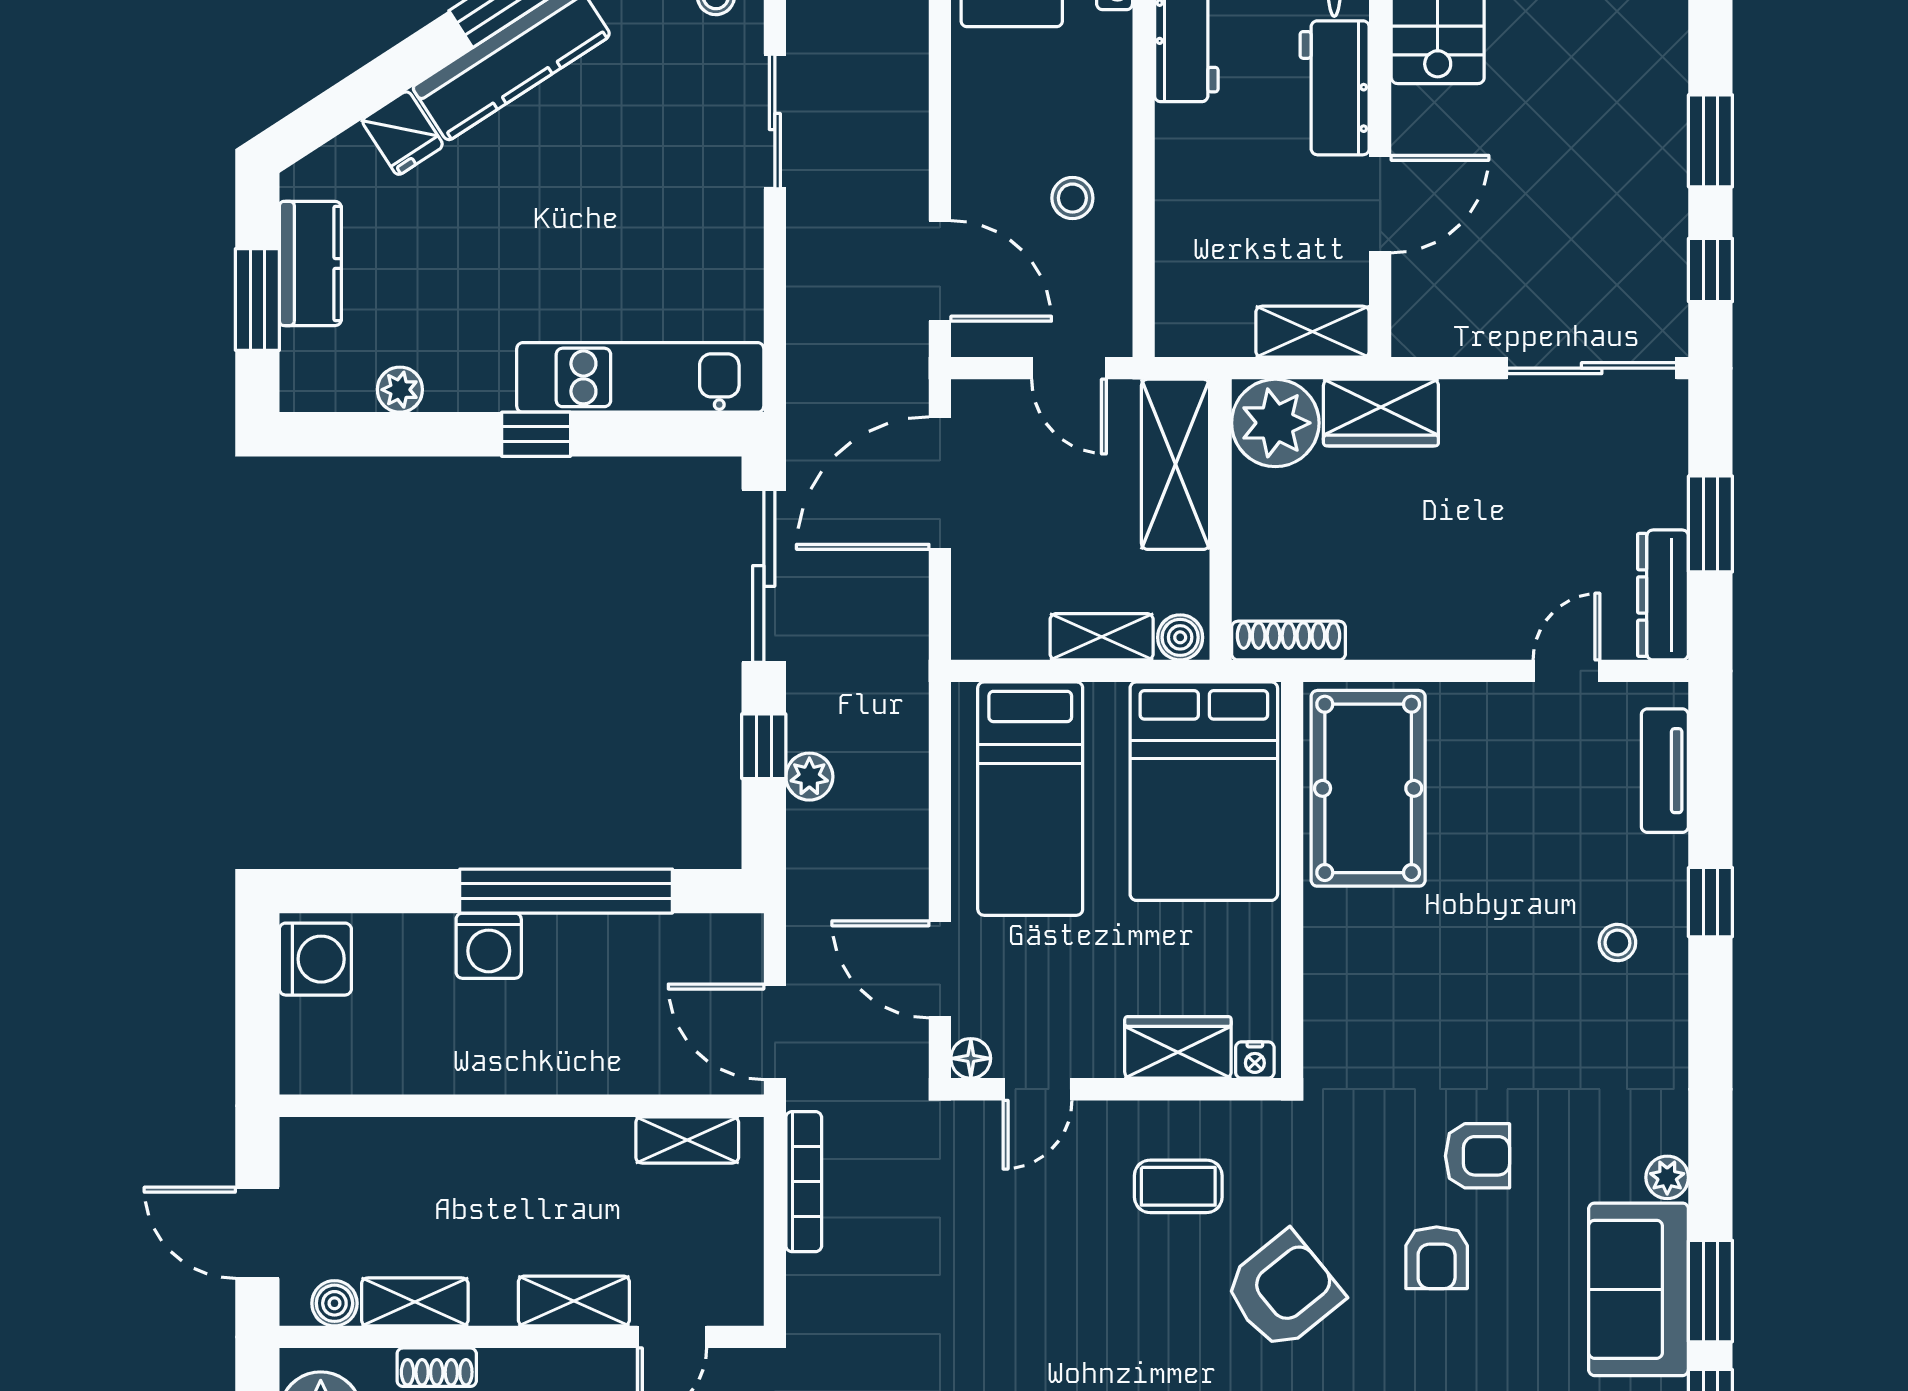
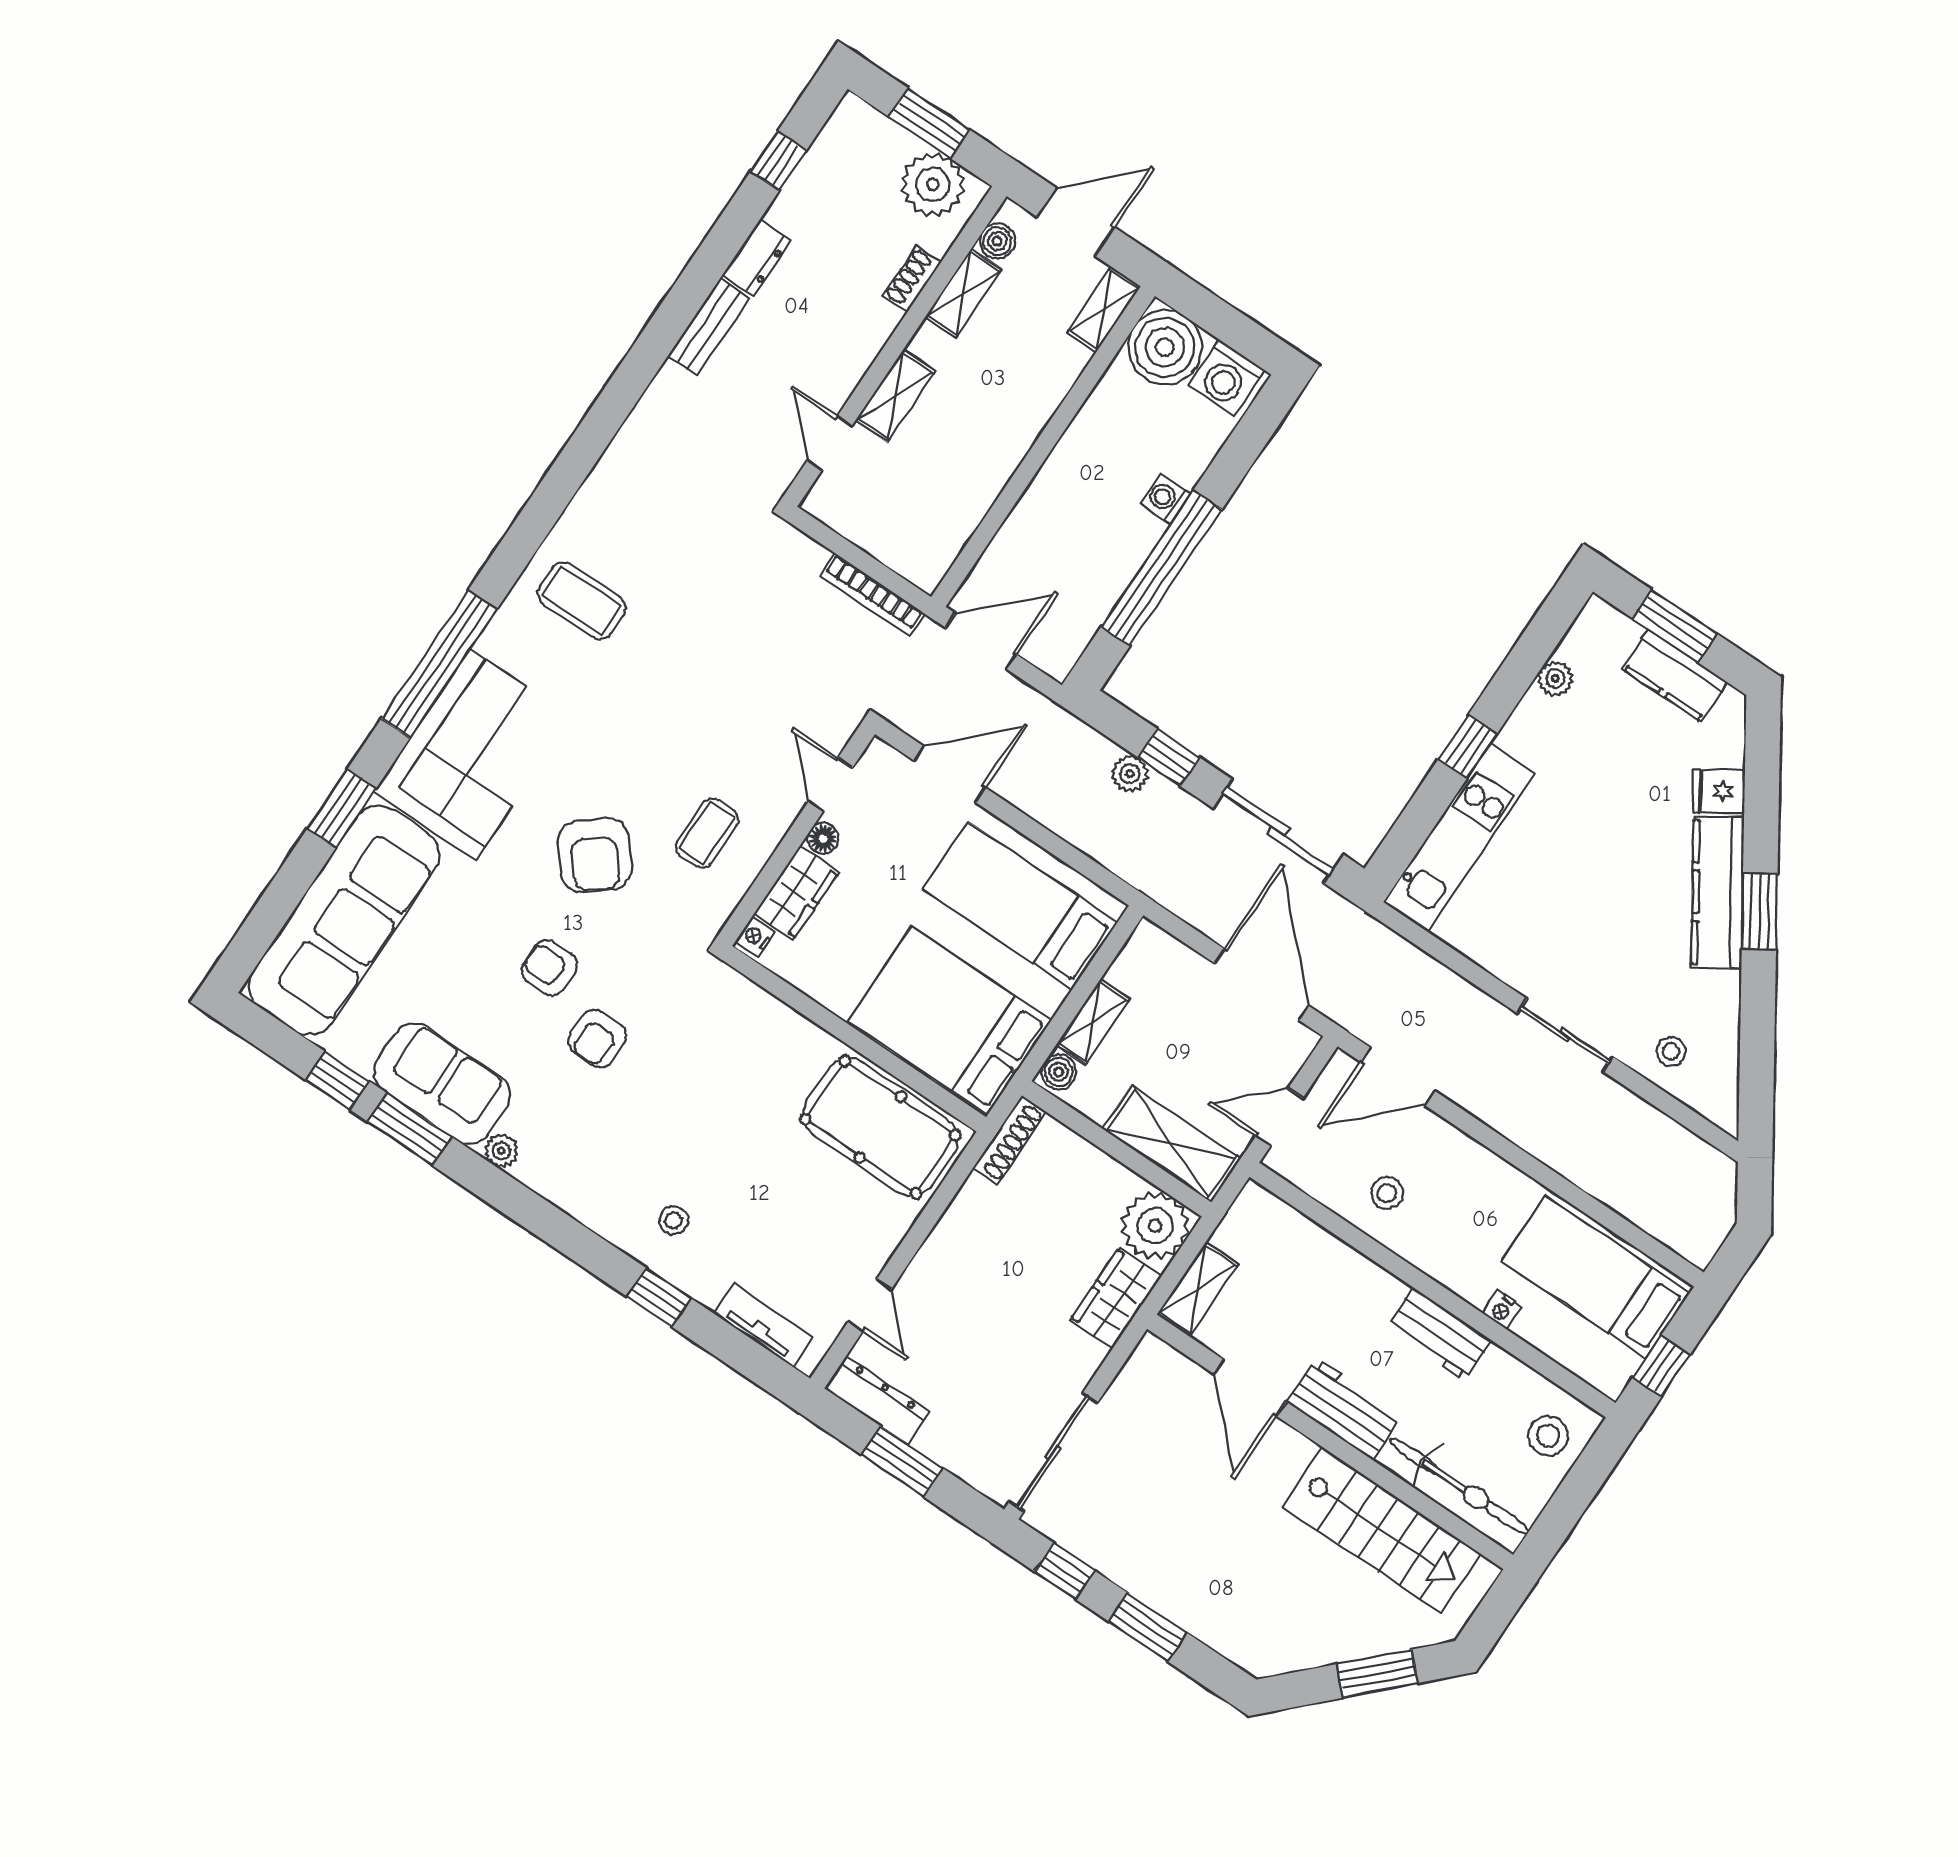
washing machine: (489, 946) -> (1166, 499), width x0.73, depth x0.73
boiler: (327, 1047) -> (1165, 347), added
floor lamp: (971, 1058) -> (823, 839), moved
shelving: (687, 1140) -> (1104, 309), moved

